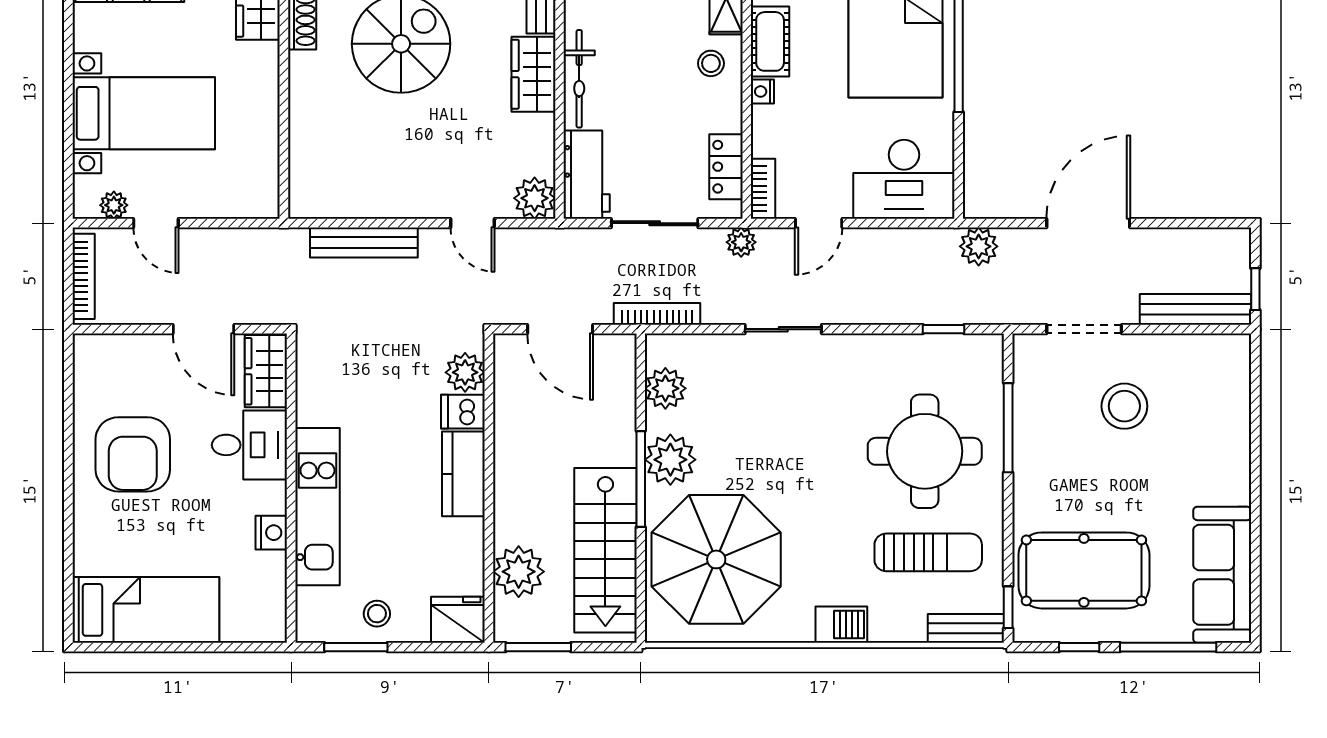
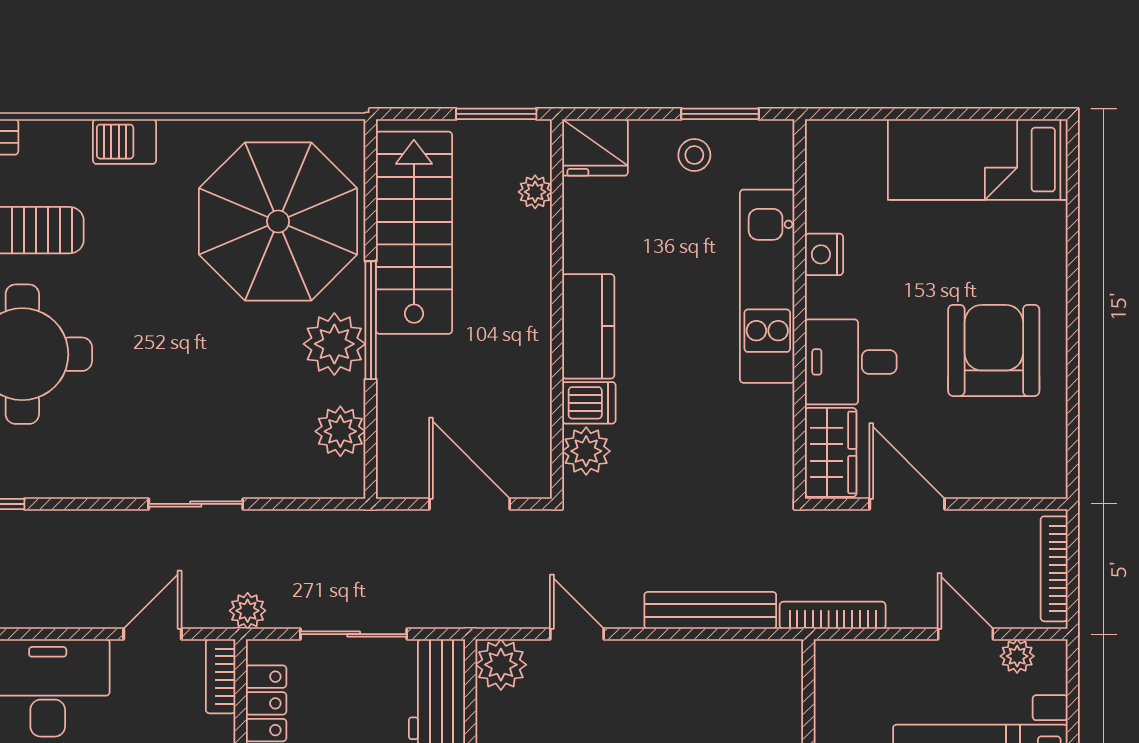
bookcase: (657, 314) -> (833, 615), moved, turned 180
plant: (519, 572) -> (535, 192), width x0.53, depth x0.53

